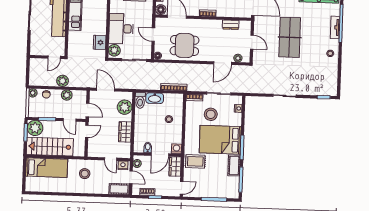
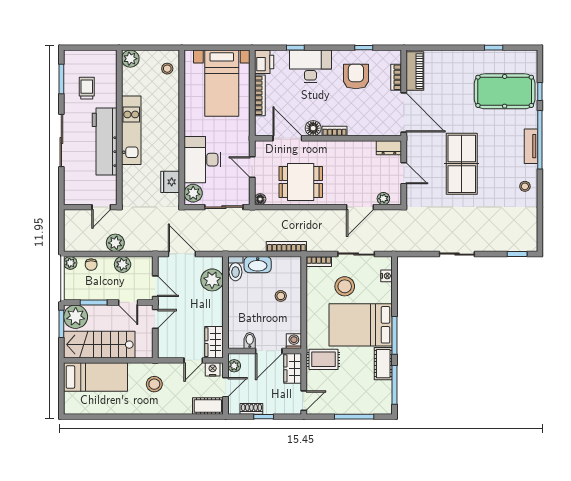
floor lamp: (161, 10) -> (313, 128), moved
dresser: (231, 25) -> (389, 148), moved
wardrobe: (125, 132) -> (214, 342), moved
door: (111, 159) -> (193, 360), hinge flipped
door: (131, 177) -> (226, 387), hinge flipped

